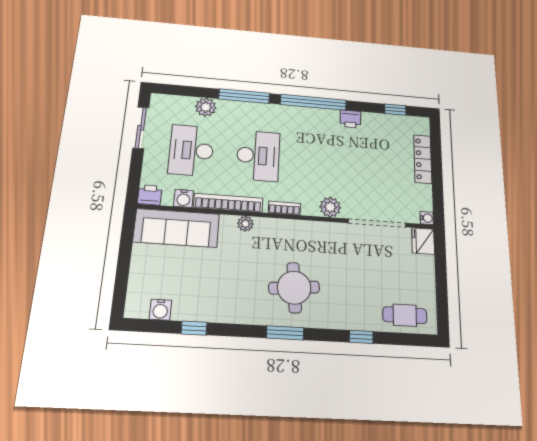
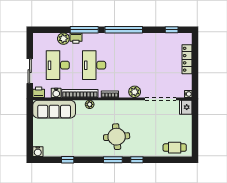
printer: (350, 119) -> (76, 38), moved
sliding door: (141, 128) -> (30, 71), moved
desk: (258, 156) -> (94, 65), turned 180
water cooler: (160, 310) -> (38, 152), moved
window: (361, 337) -> (137, 160), moved

